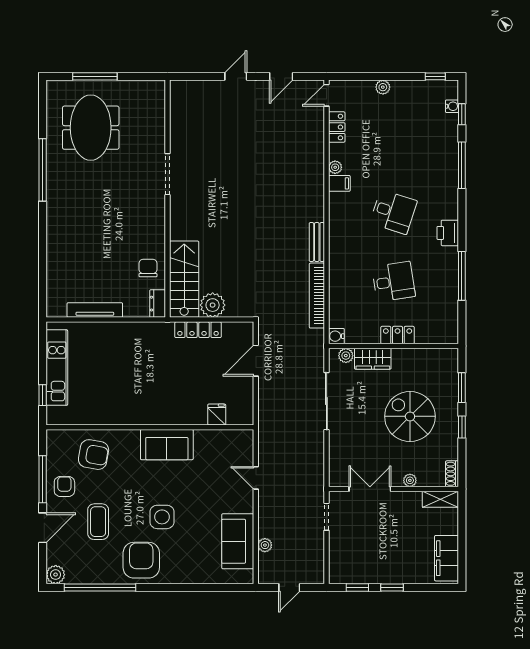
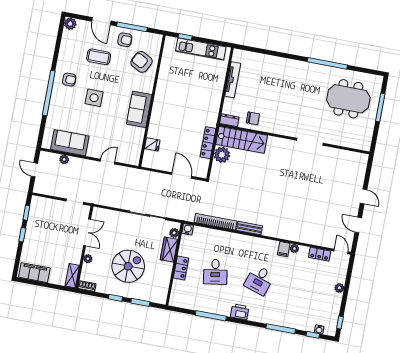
armchair: (94, 455) -> (142, 62), turned 108
armchair: (141, 560) -> (69, 80), width x0.53, depth x0.53
window: (100, 588) -> (49, 93), moved

